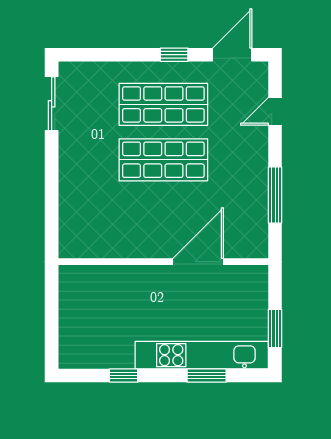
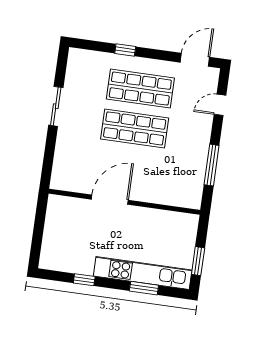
window: (174, 55) -> (125, 50), moved
sliding door: (52, 104) -> (56, 106), moved
door: (198, 262) -> (110, 200), moved

